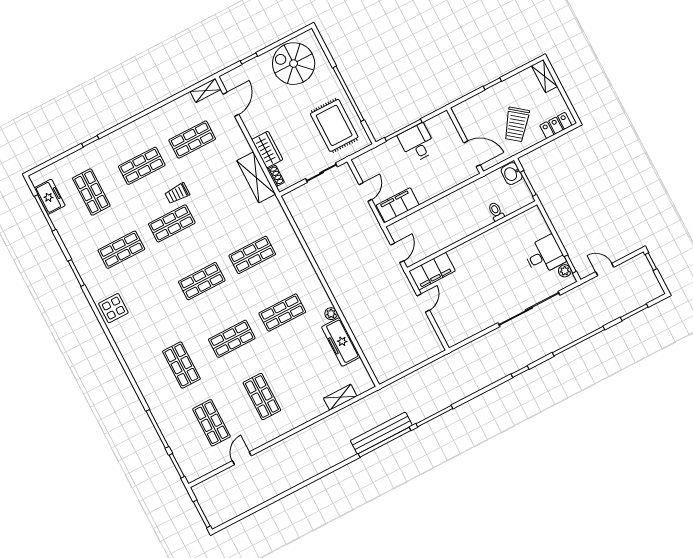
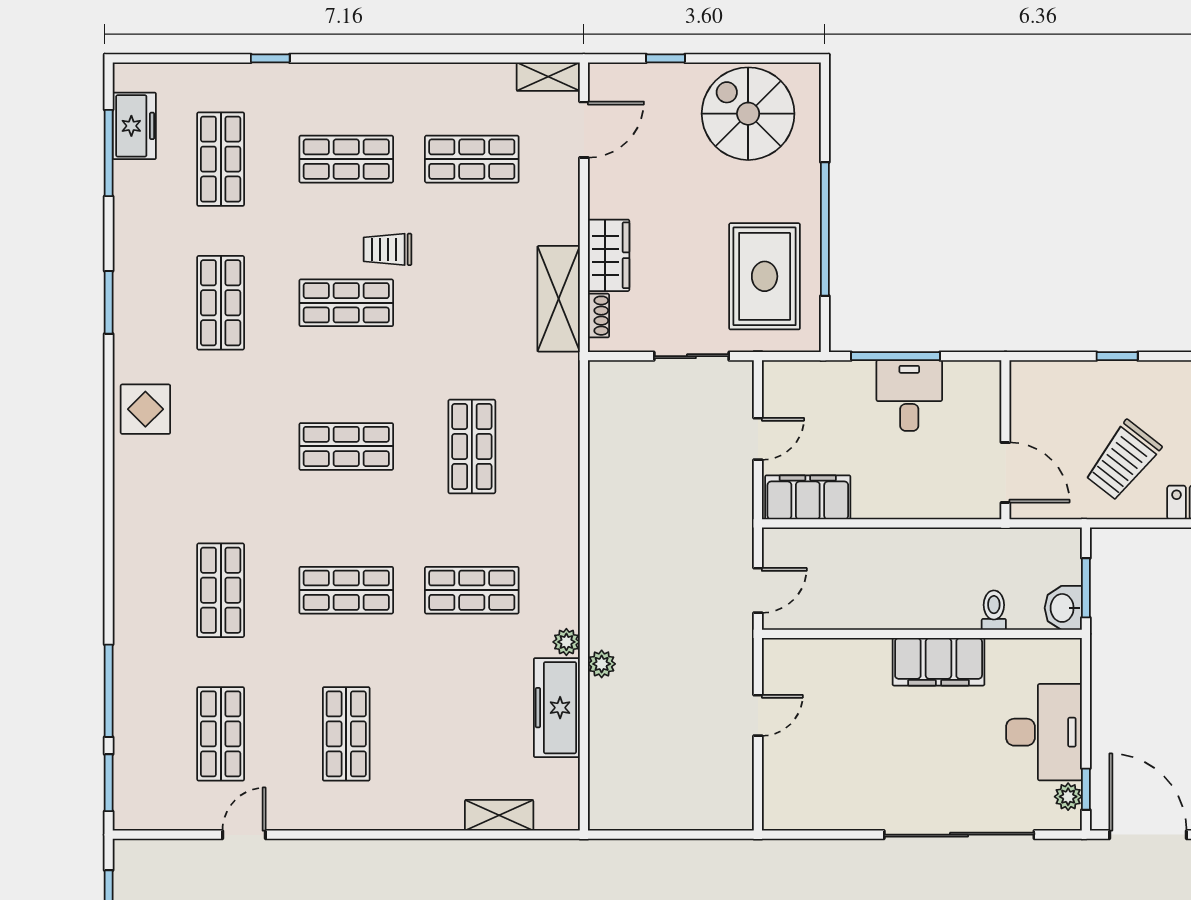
washbasin: (512, 174) -> (1063, 608), moved
shop shelf: (121, 250) -> (221, 303), turned 90
shop shelf: (252, 255) -> (472, 446), turned 90
desk: (544, 255) -> (1044, 732), width x1.37
door: (605, 269) -> (1148, 835), width x1.87
filing cabinet: (432, 271) -> (939, 662), moved
plant: (350, 315) -> (602, 664), added

